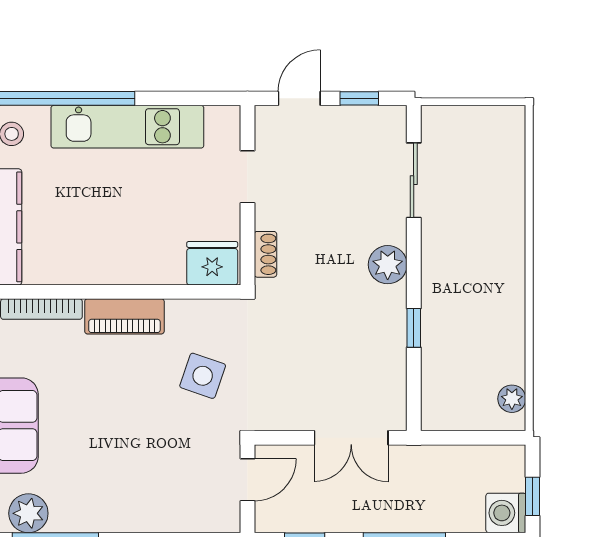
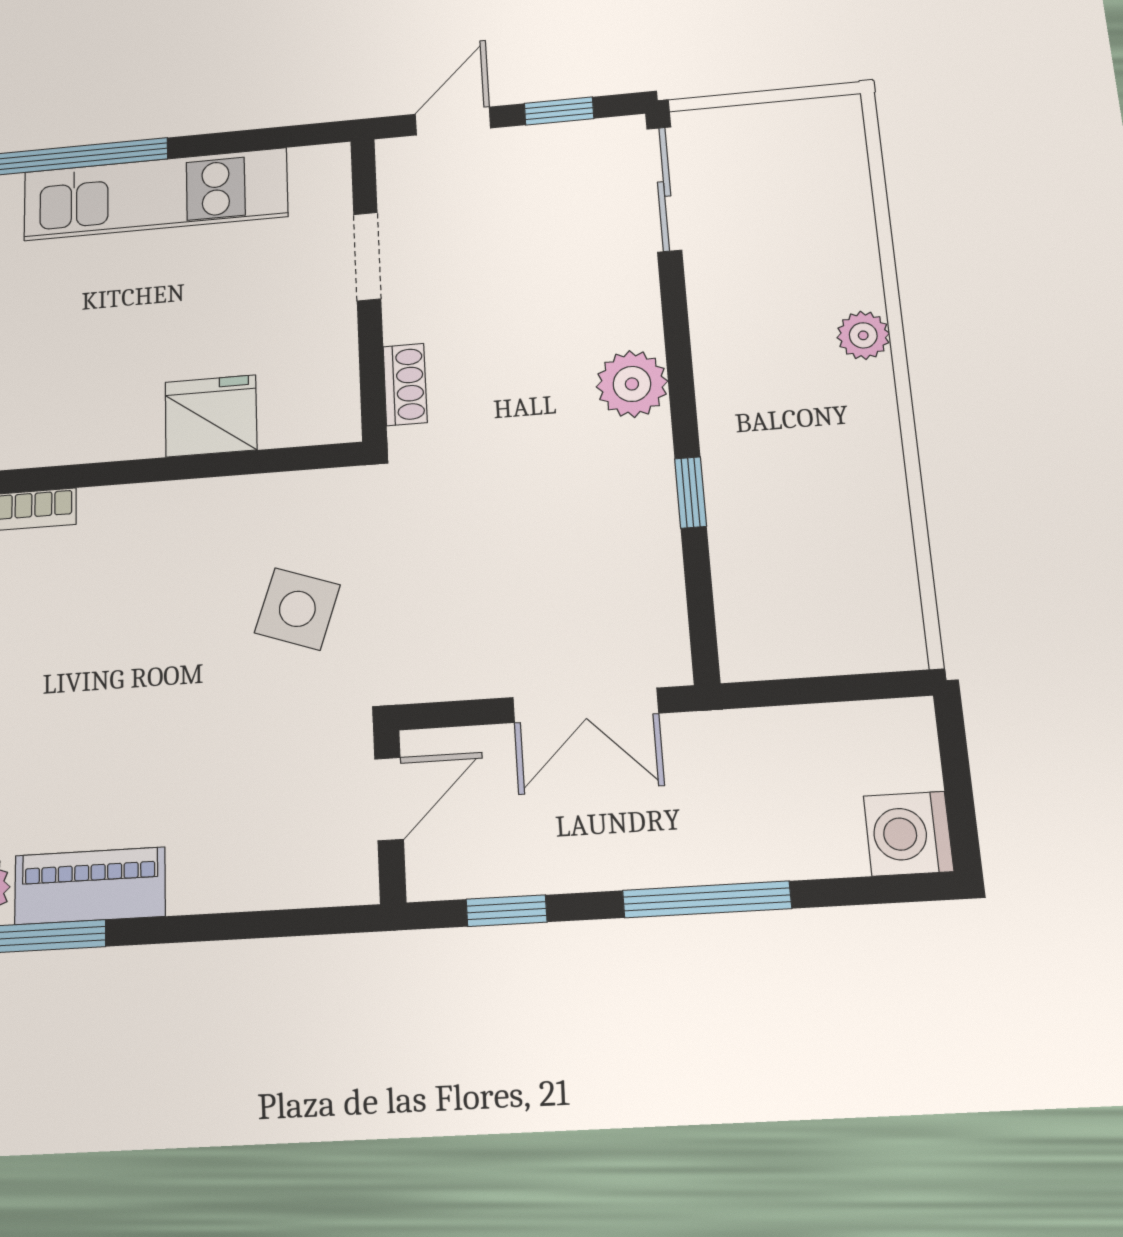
sliding door: (414, 180) -> (664, 189), moved
fridge: (212, 263) -> (211, 416), moved
piano: (124, 316) -> (90, 886), moved, turned 180
plant: (512, 399) -> (863, 335), moved
window: (533, 496) -> (959, 797), removed

